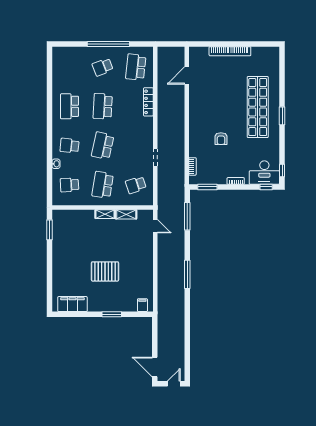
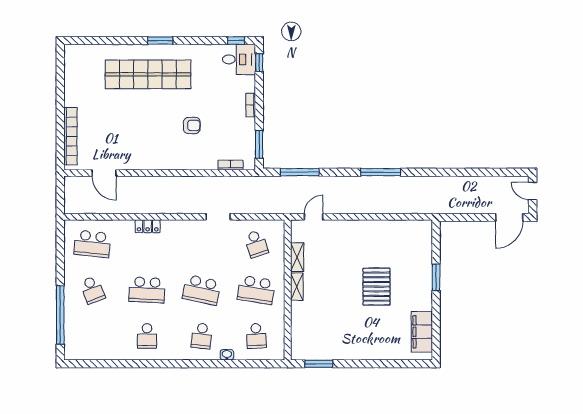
window: (108, 44) -> (60, 315), moved
bookcase: (230, 51) -> (70, 136), moved
locker: (148, 102) -> (148, 226), width x0.66
school desk: (70, 106) -> (147, 336), width x0.54
desk: (264, 173) -> (239, 59), width x0.73
filing cabinet: (142, 305) -> (423, 235), removed

